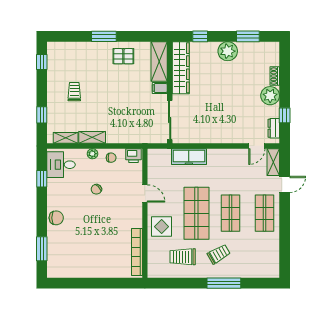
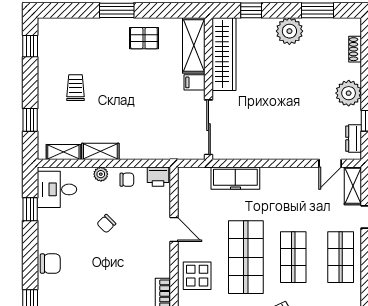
shoe rack: (275, 76) -> (355, 49), moved

